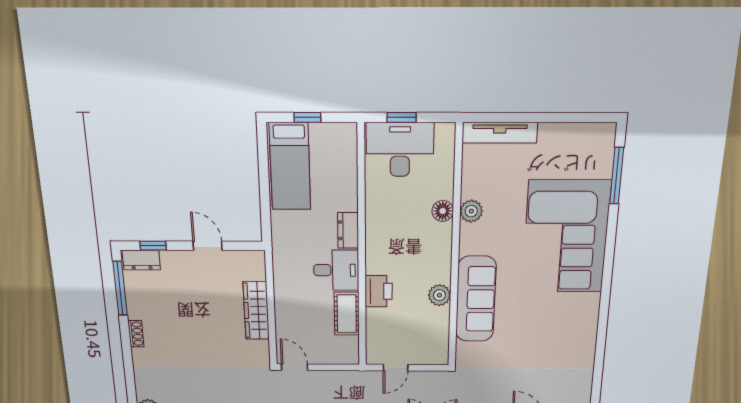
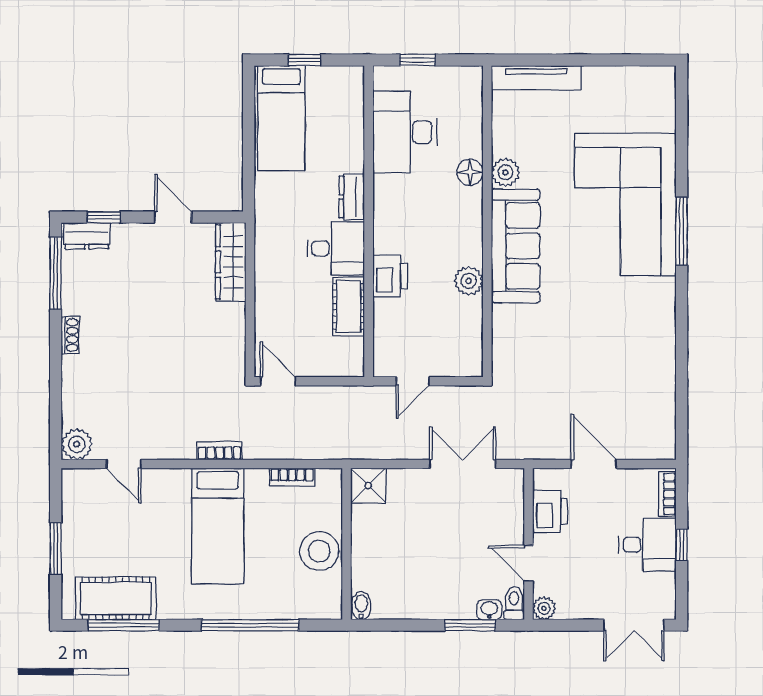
desk: (400, 150) -> (405, 132), moved, turned -90
window: (617, 176) -> (682, 231), moved
sofa: (476, 299) -> (516, 246), moved
wardrobe: (256, 311) -> (231, 262), moved

